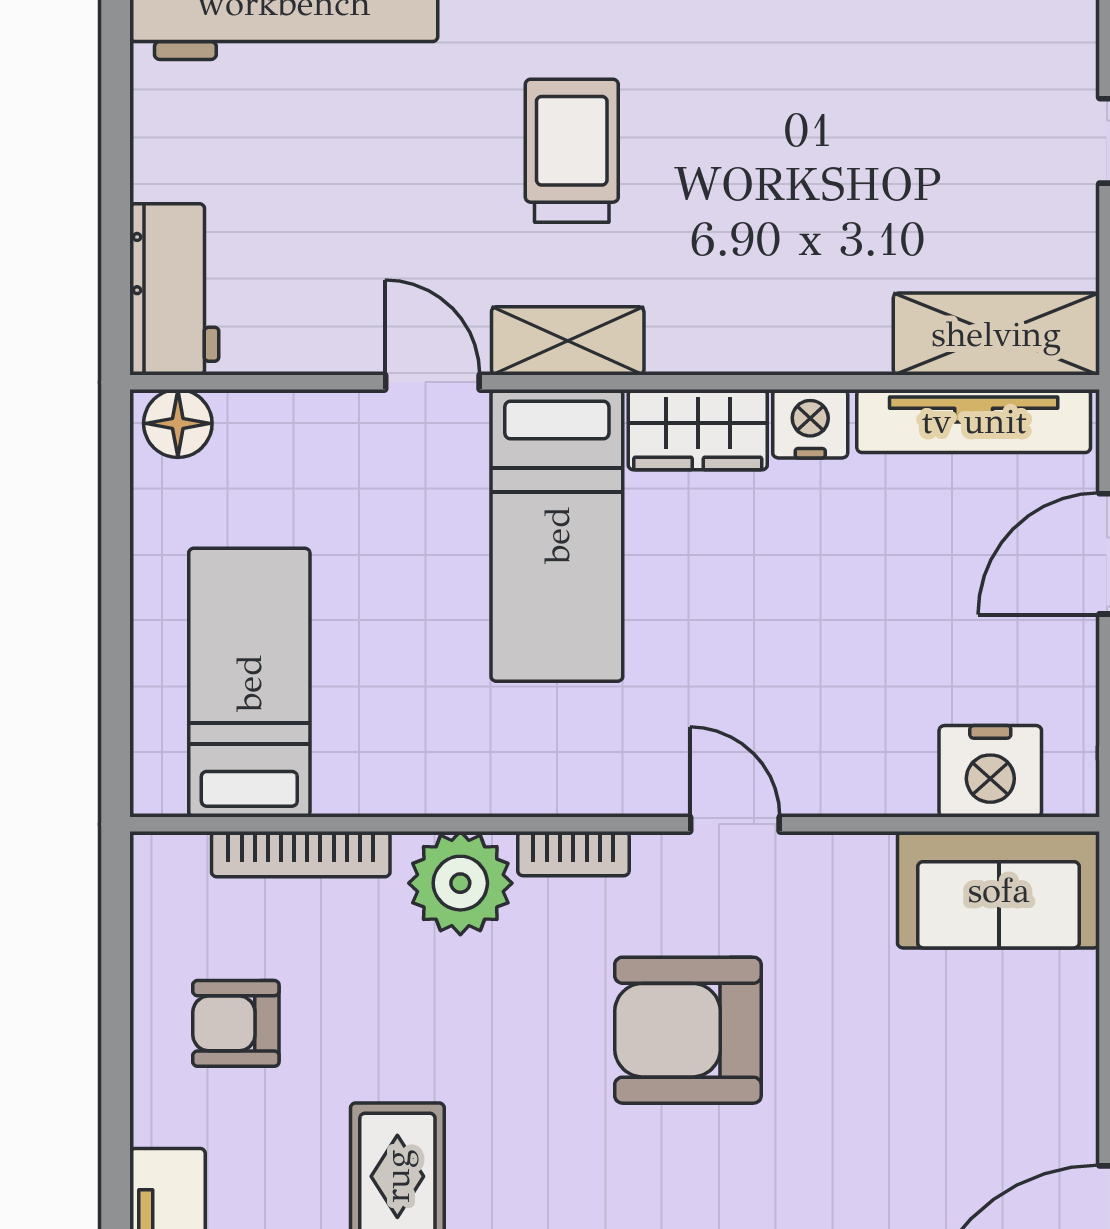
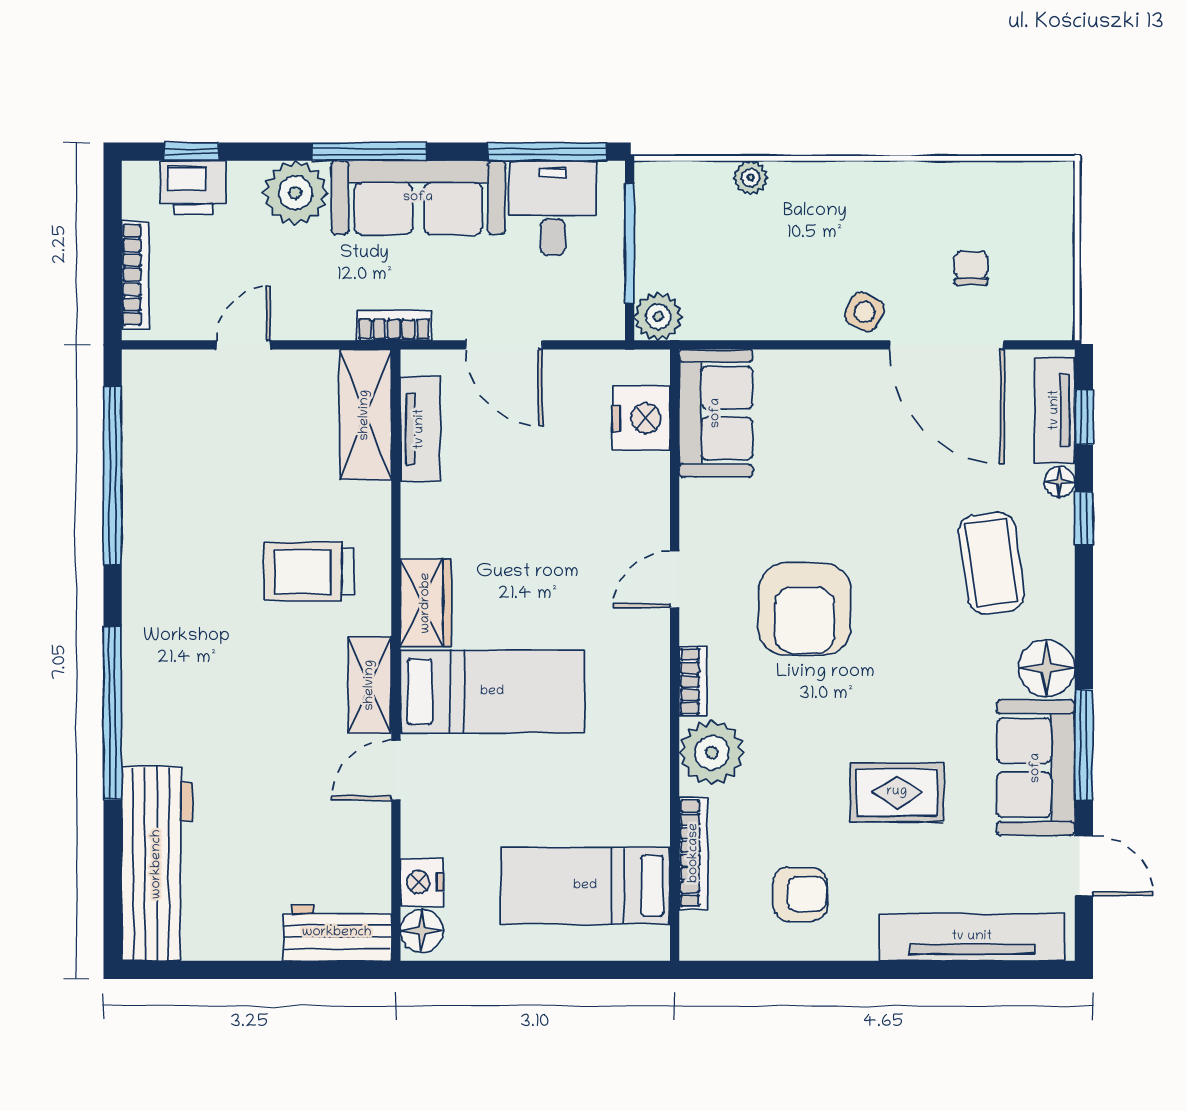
trolley: (572, 151) -> (309, 572), moved
tv unit: (974, 421) -> (420, 429), width x0.71
nightstand: (810, 424) -> (422, 882), moved
armchair: (236, 1023) -> (800, 894), turned -90

